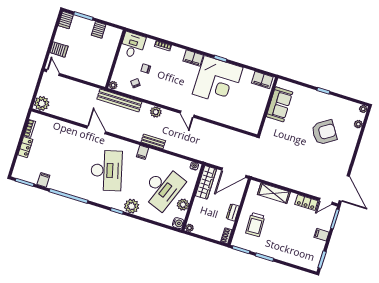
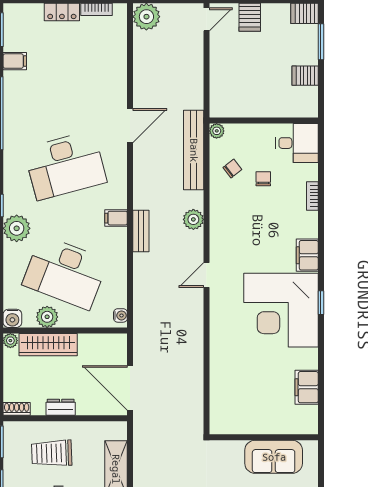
sofa: (279, 104) -> (274, 457), moved
wall: (268, 106) -> (264, 437), moved
wardrobe: (206, 182) -> (48, 345), moved

